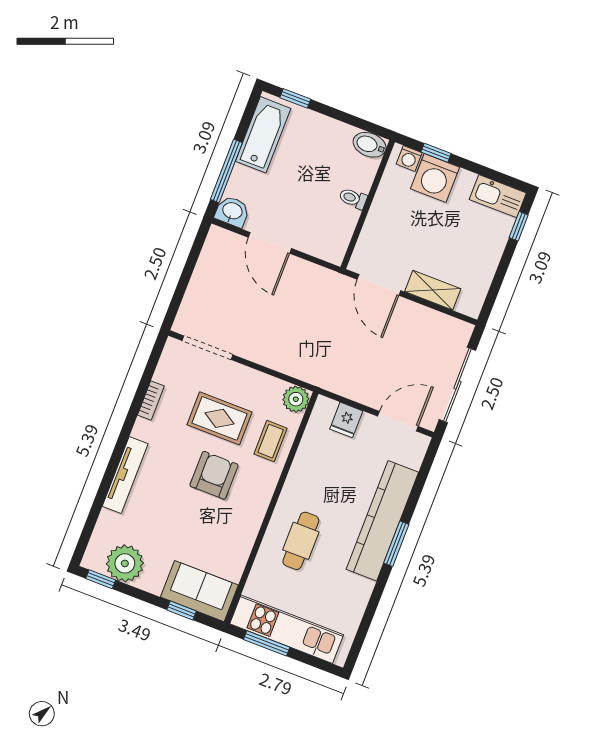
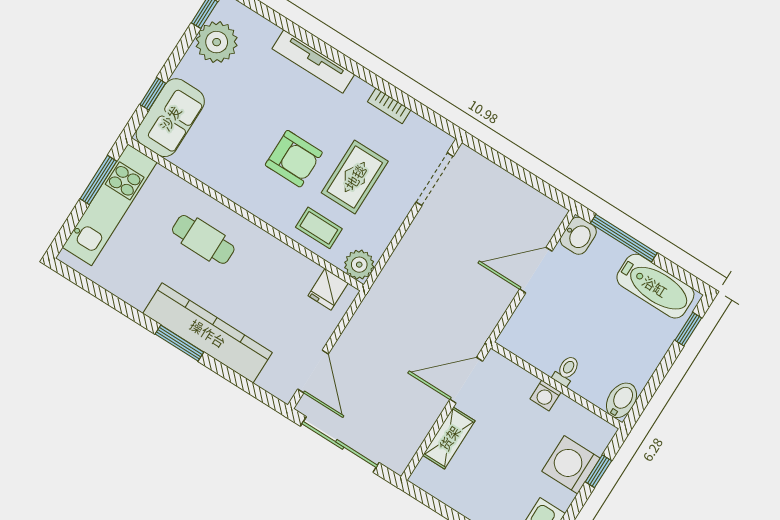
washing machine: (409, 158) -> (545, 396), moved, turned -90
fridge: (346, 420) -> (328, 289), moved, turned -90

